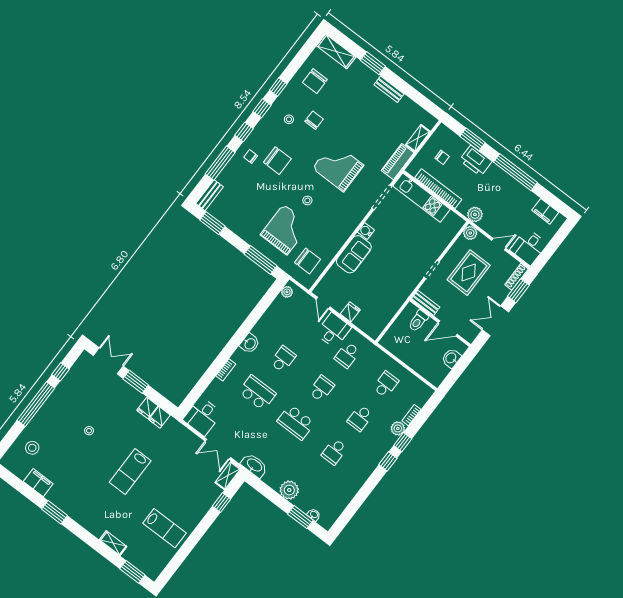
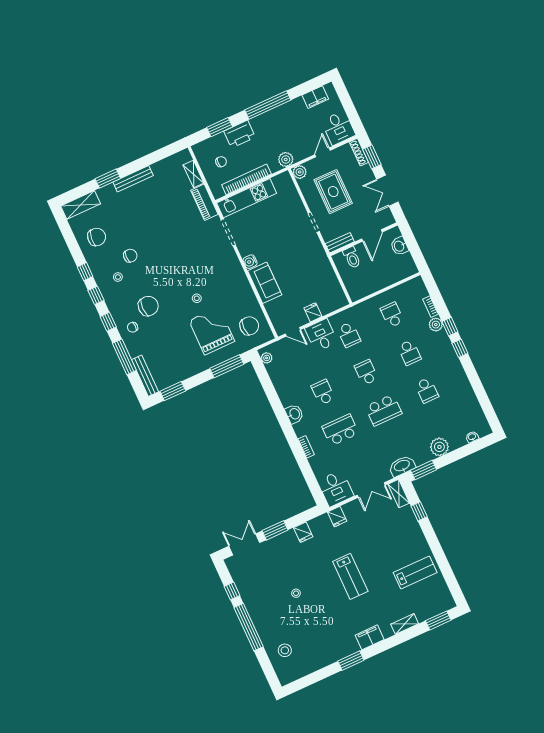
chair: (315, 81) -> (97, 237), turned -83
bench: (389, 89) -> (133, 179), width x1.36
chair: (314, 120) -> (130, 256), turned 90
grand piano: (338, 167) -> (182, 256), removed
bench: (210, 195) -> (145, 376), width x1.36
fridge: (159, 417) -> (337, 517), moved
filing cabinet: (38, 483) -> (370, 637), moved
window: (300, 517) -> (424, 470), moved

